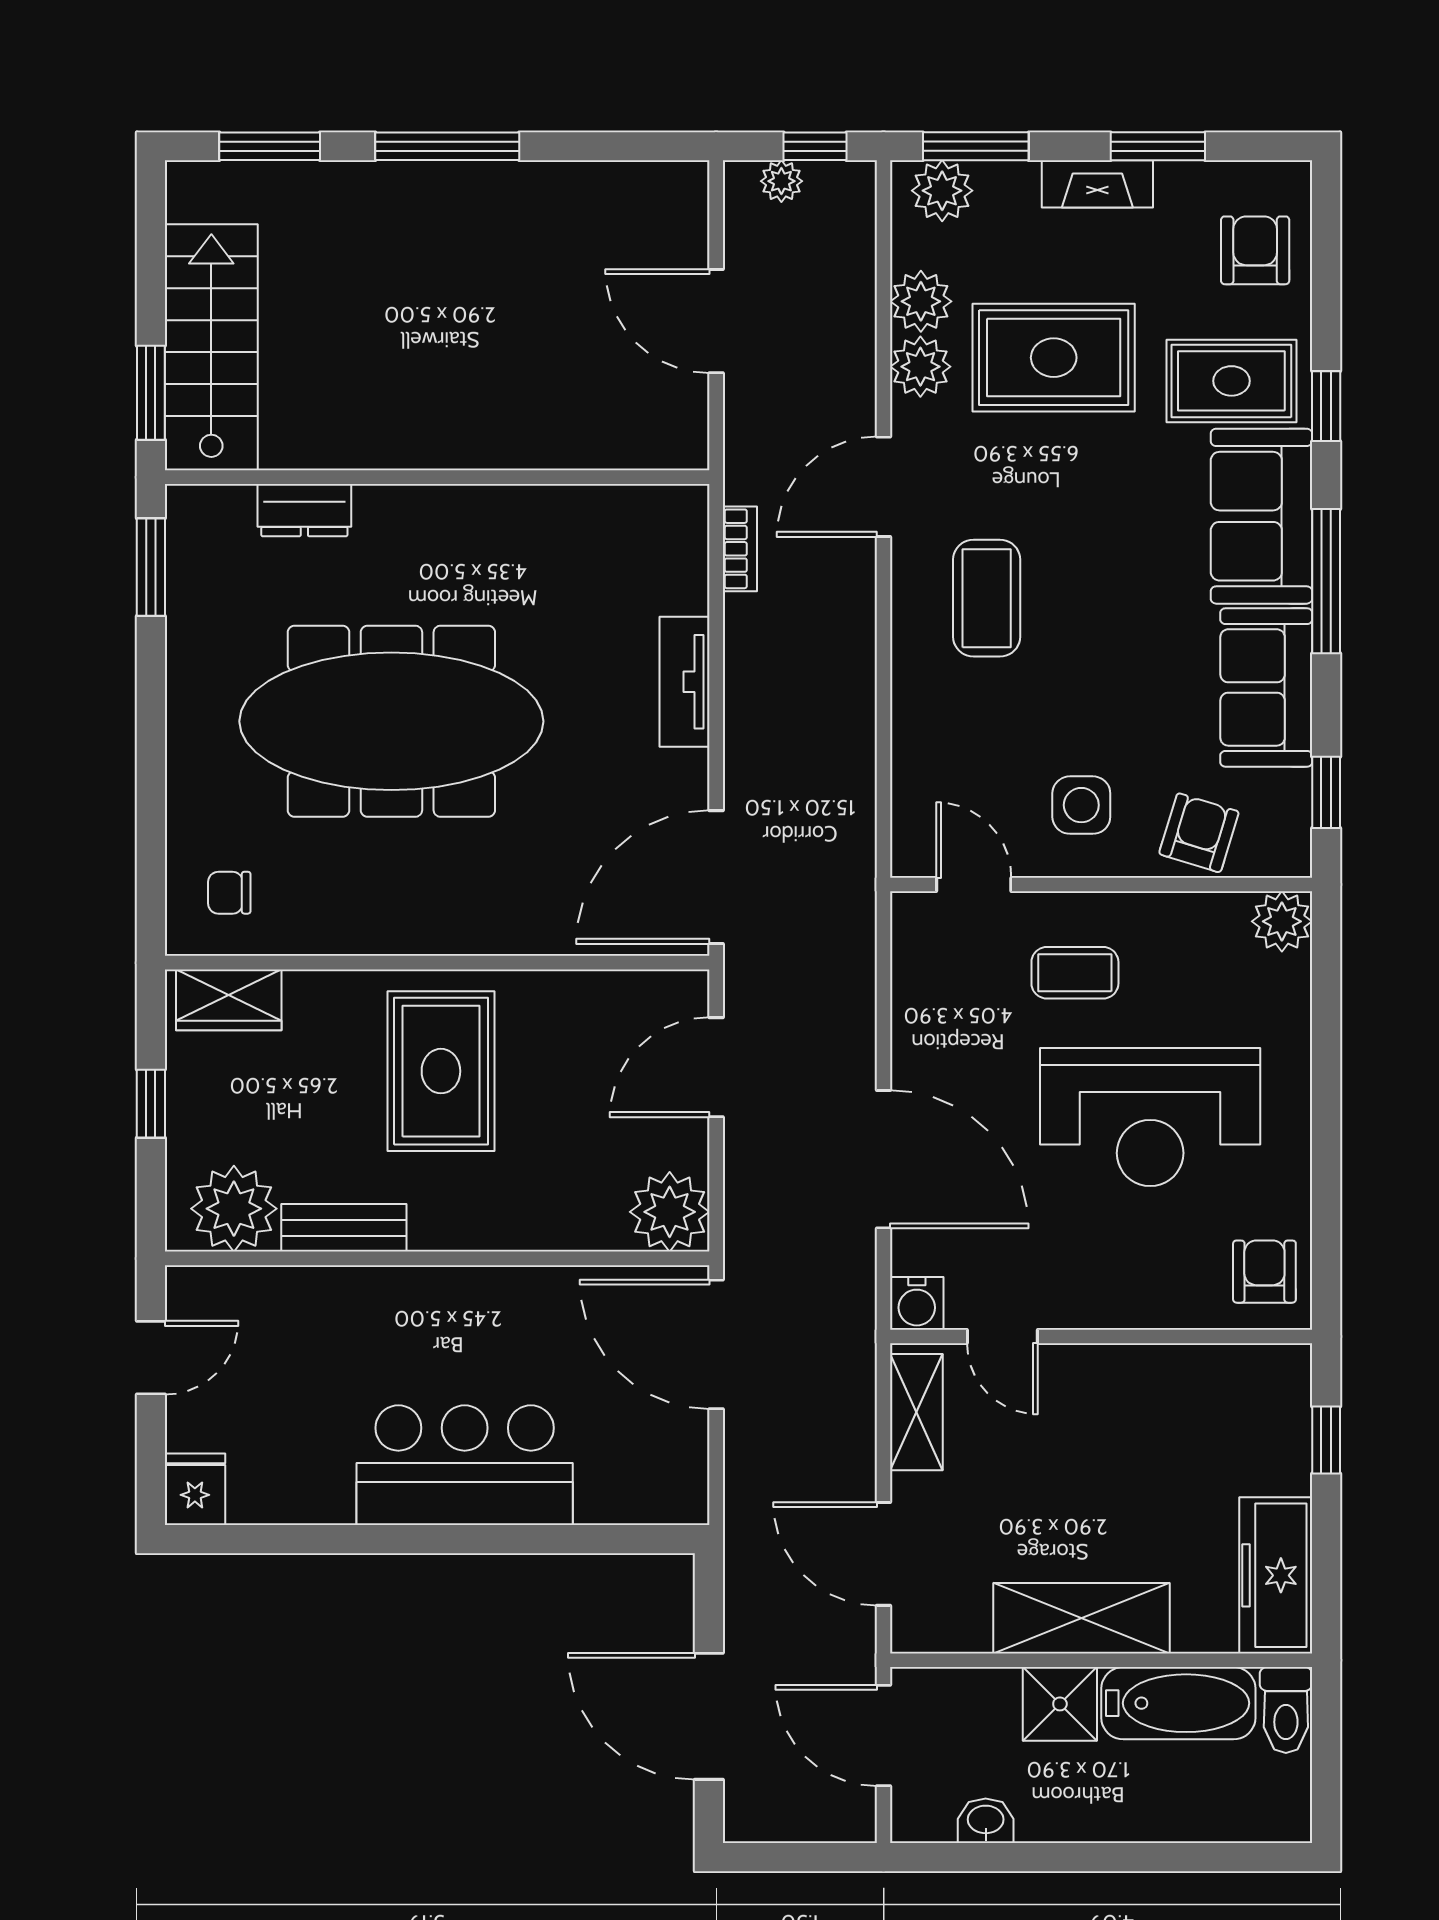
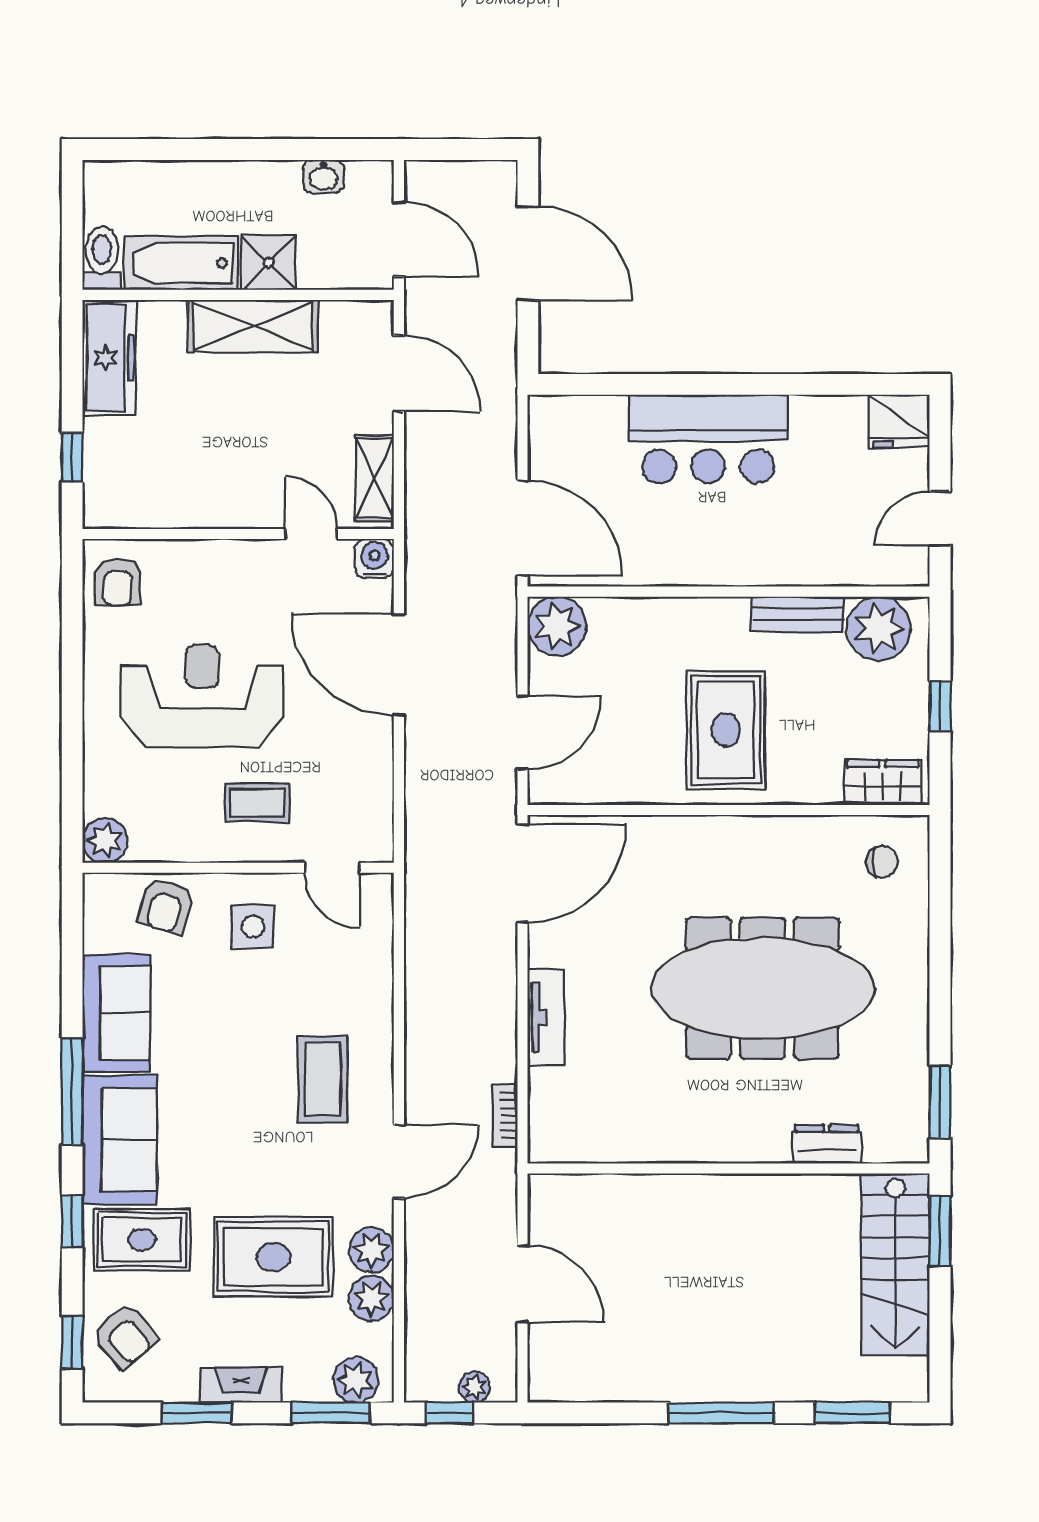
armchair: (1255, 250) -> (125, 1336), turned -40
window: (1326, 792) -> (72, 1342), moved
fridge: (195, 1489) -> (899, 421), width x1.38

